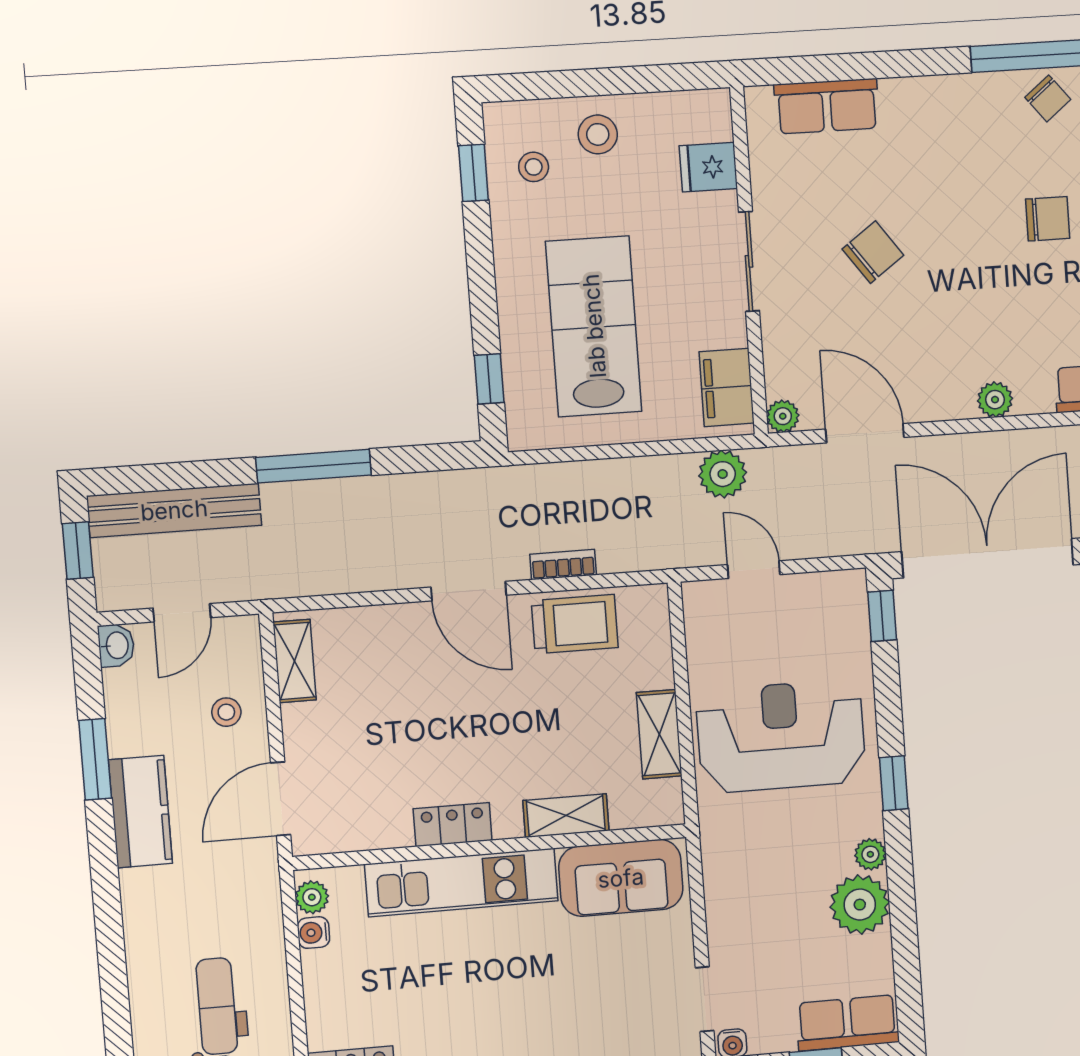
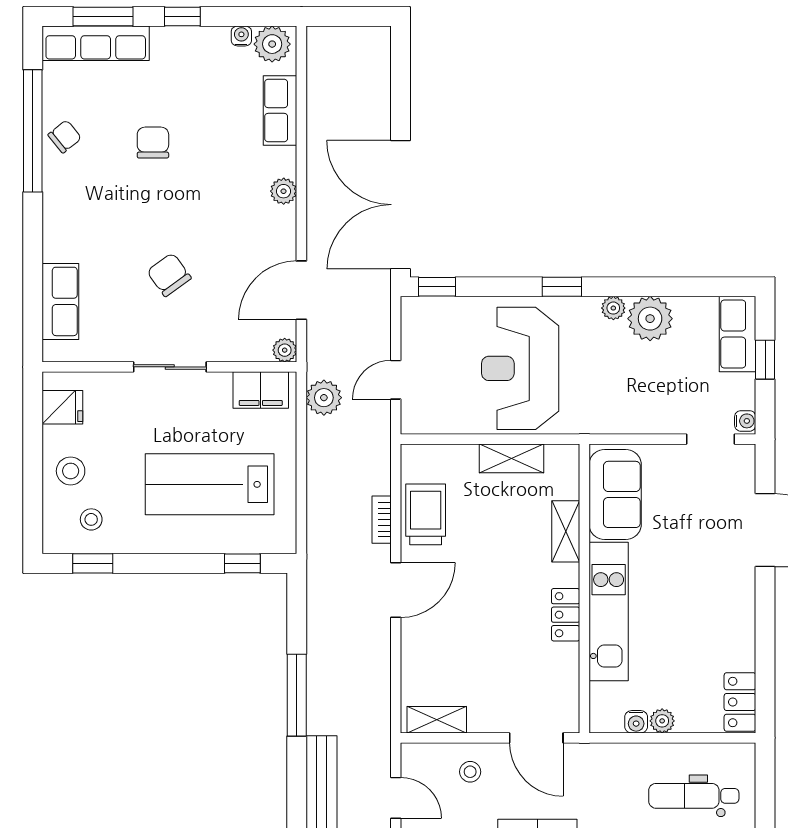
fridge: (708, 167) -> (62, 407), moved, turned -90
plant: (312, 897) -> (662, 721), moved

